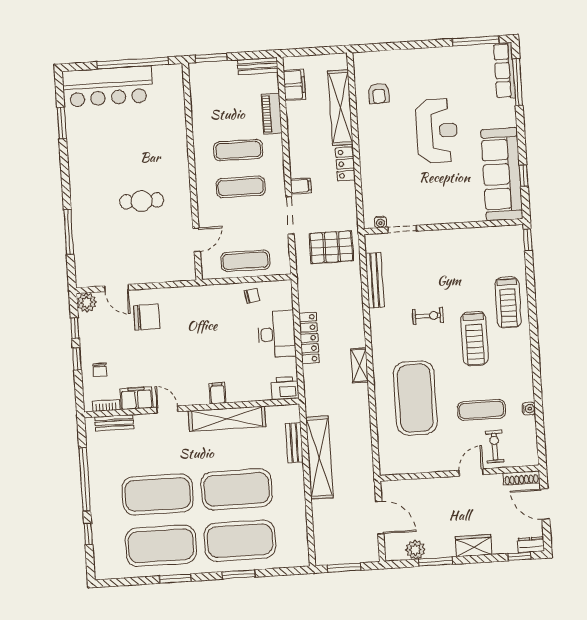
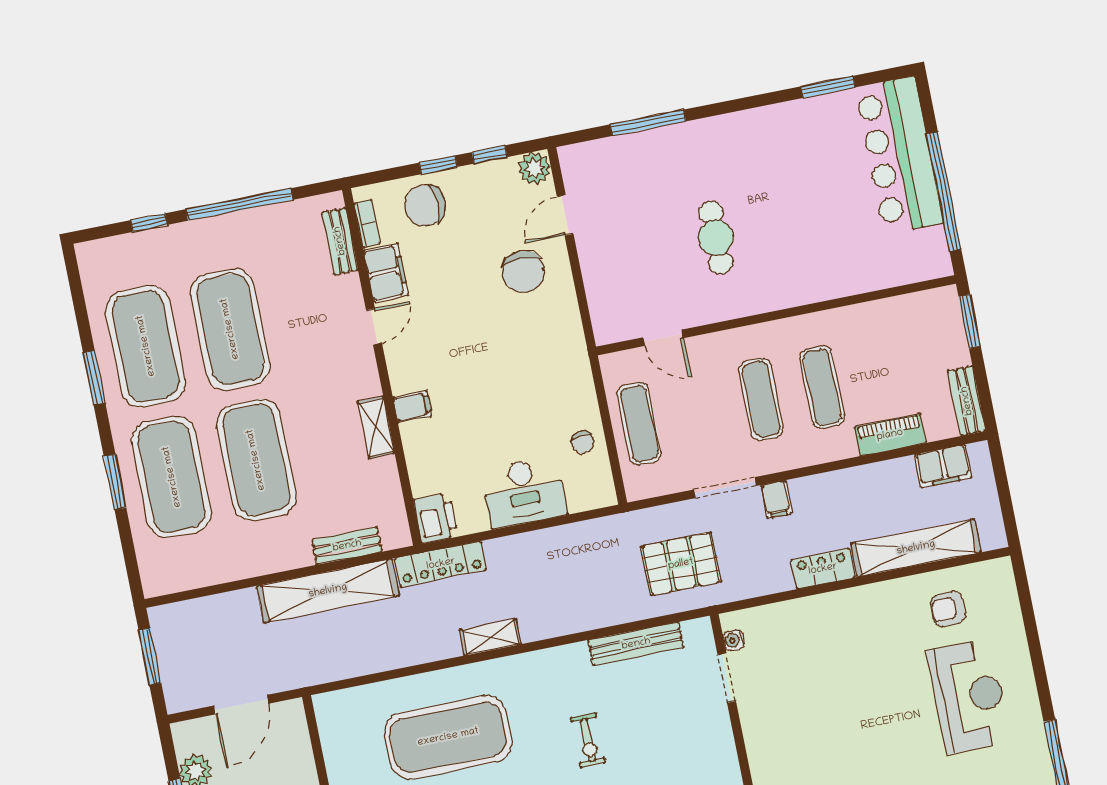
reception desk: (437, 131) -> (969, 696), moved, turned -90
pallet: (331, 247) -> (681, 564), turned 90
locker: (309, 338) -> (441, 564), moved
chair: (100, 370) -> (425, 206), width x1.87, depth x1.87
shelving: (227, 419) -> (376, 427), width x0.45, depth x0.75

